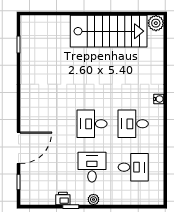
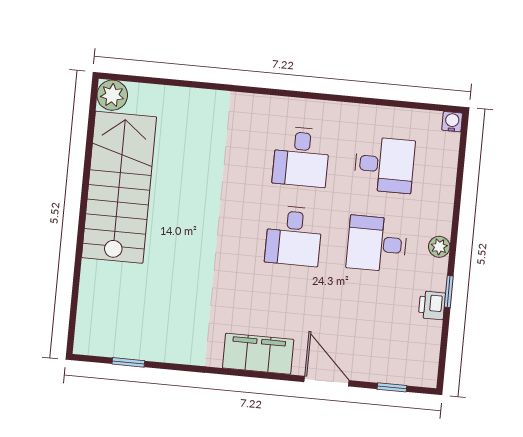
water cooler: (159, 99) -> (452, 122), moved
filing cabinet: (29, 111) -> (258, 354), added
door: (19, 148) -> (327, 381), width x0.73
desk: (133, 167) -> (384, 165), turned 90

